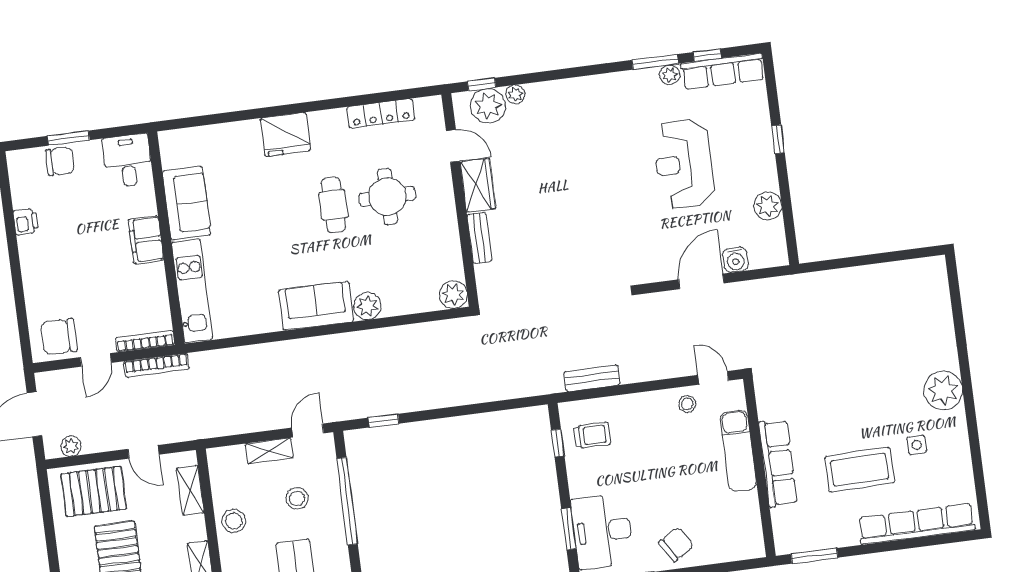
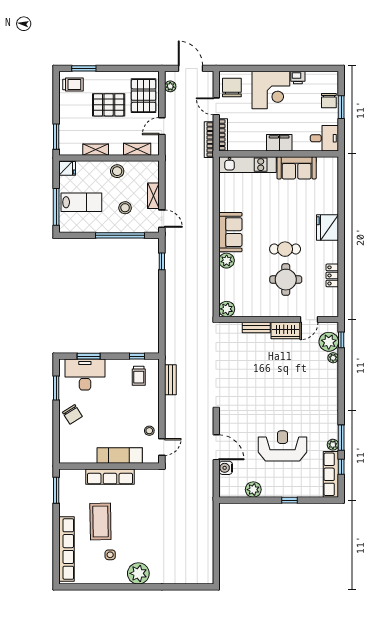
locker: (381, 113) -> (332, 275), width x0.66
corner desk: (54, 267) -> (271, 90), added

